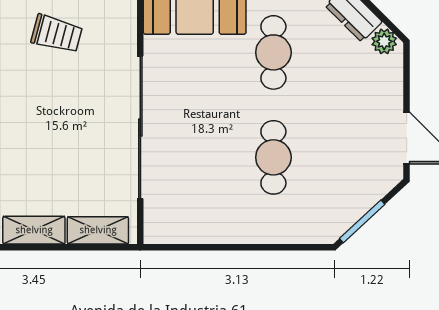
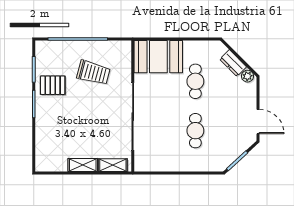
trolley: (57, 34) -> (93, 73), width x1.36, depth x1.39

